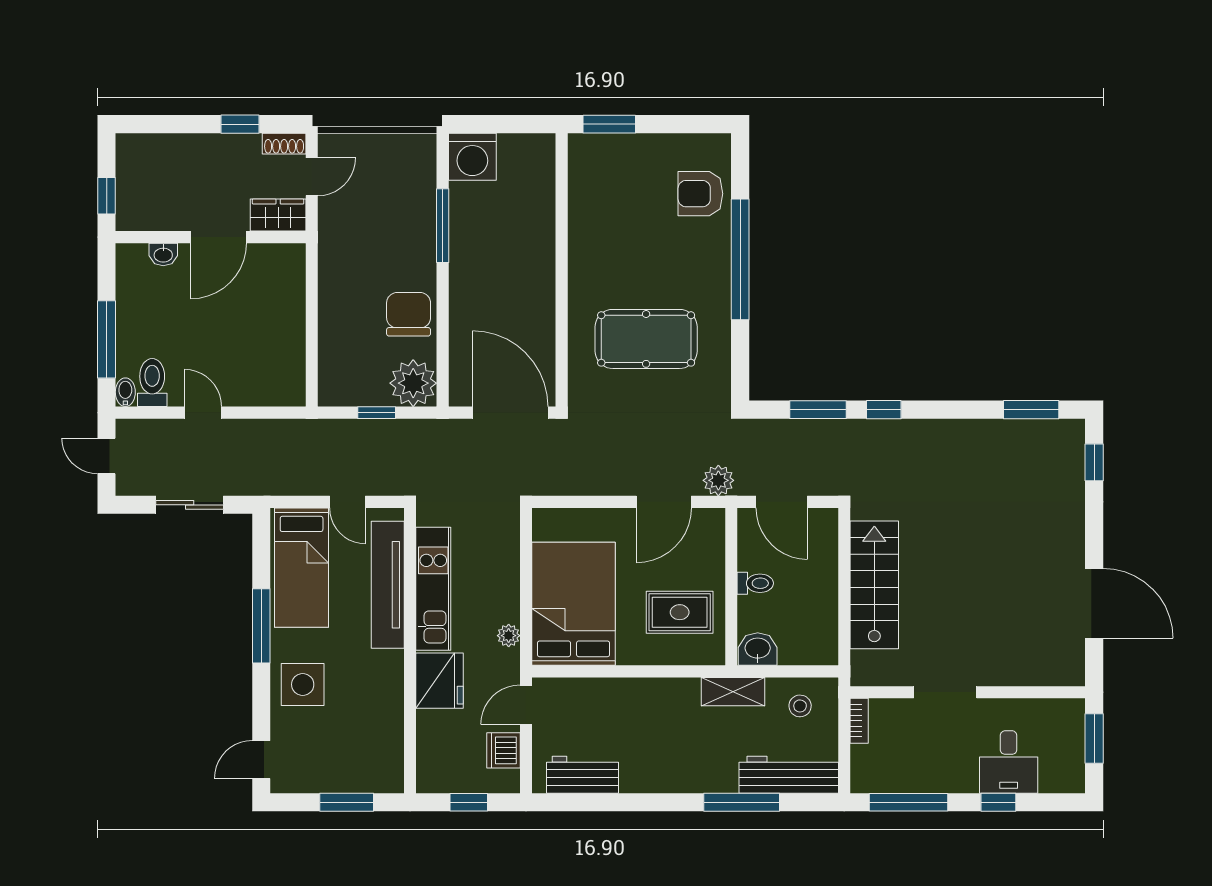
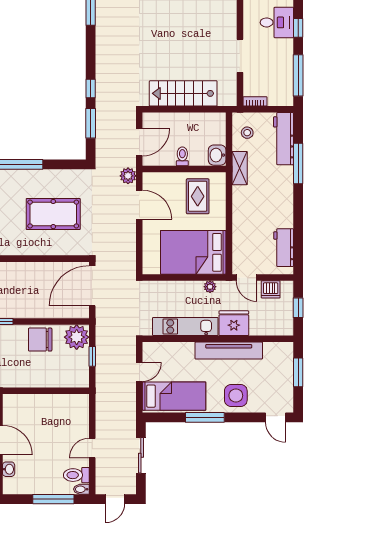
pool table: (646, 339) -> (53, 214), turned 90
tv unit: (388, 585) -> (229, 351), moved

